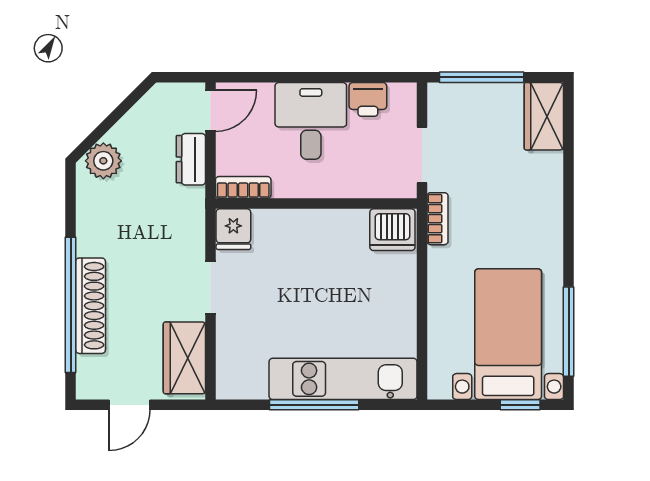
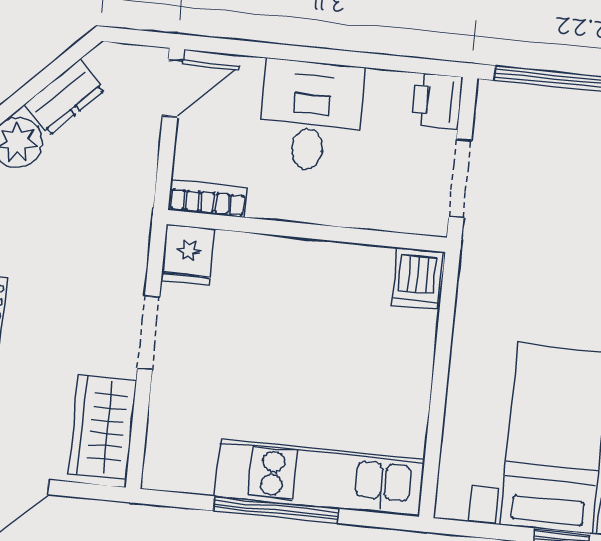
printer: (368, 99) -> (437, 101), moved, turned 90
dresser: (191, 159) -> (65, 97), moved, turned -135
bookcase: (437, 219) -> (473, 269), removed
dishwasher: (392, 230) -> (417, 279), width x0.73

